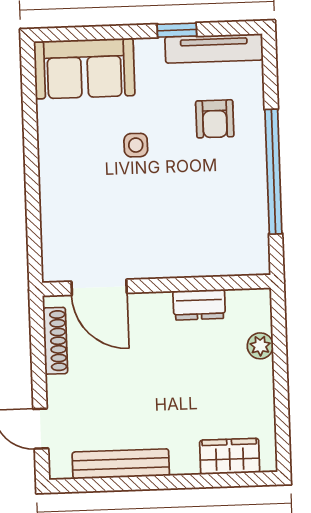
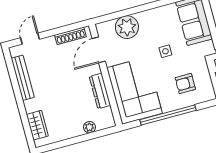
plant: (65, 215) -> (127, 27), added
corner sofa: (204, 231) -> (134, 91), added
dresser: (199, 305) -> (100, 91), width x1.44

